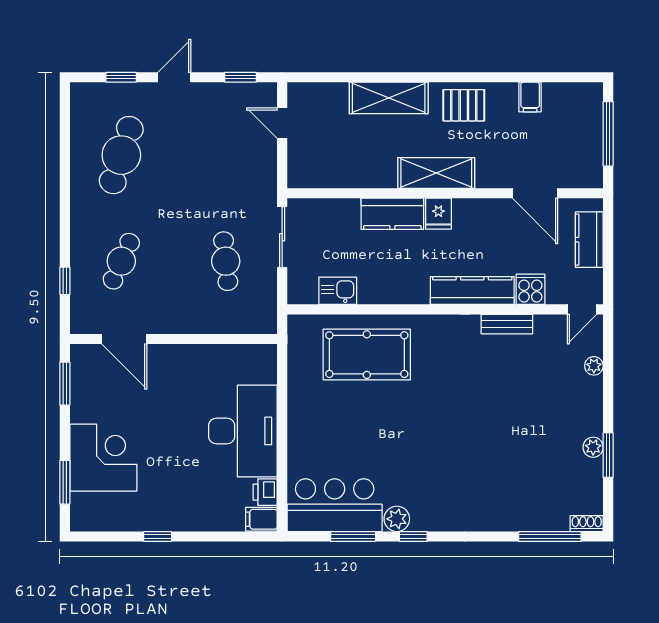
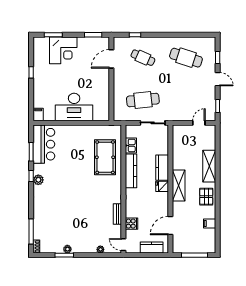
cafe table: (226, 261) -> (143, 100), width x1.37, depth x1.35
kitchen counter: (472, 290) -> (131, 171), moved
printer: (265, 492) -> (49, 116), removed
plant: (397, 519) -> (38, 180), moved

